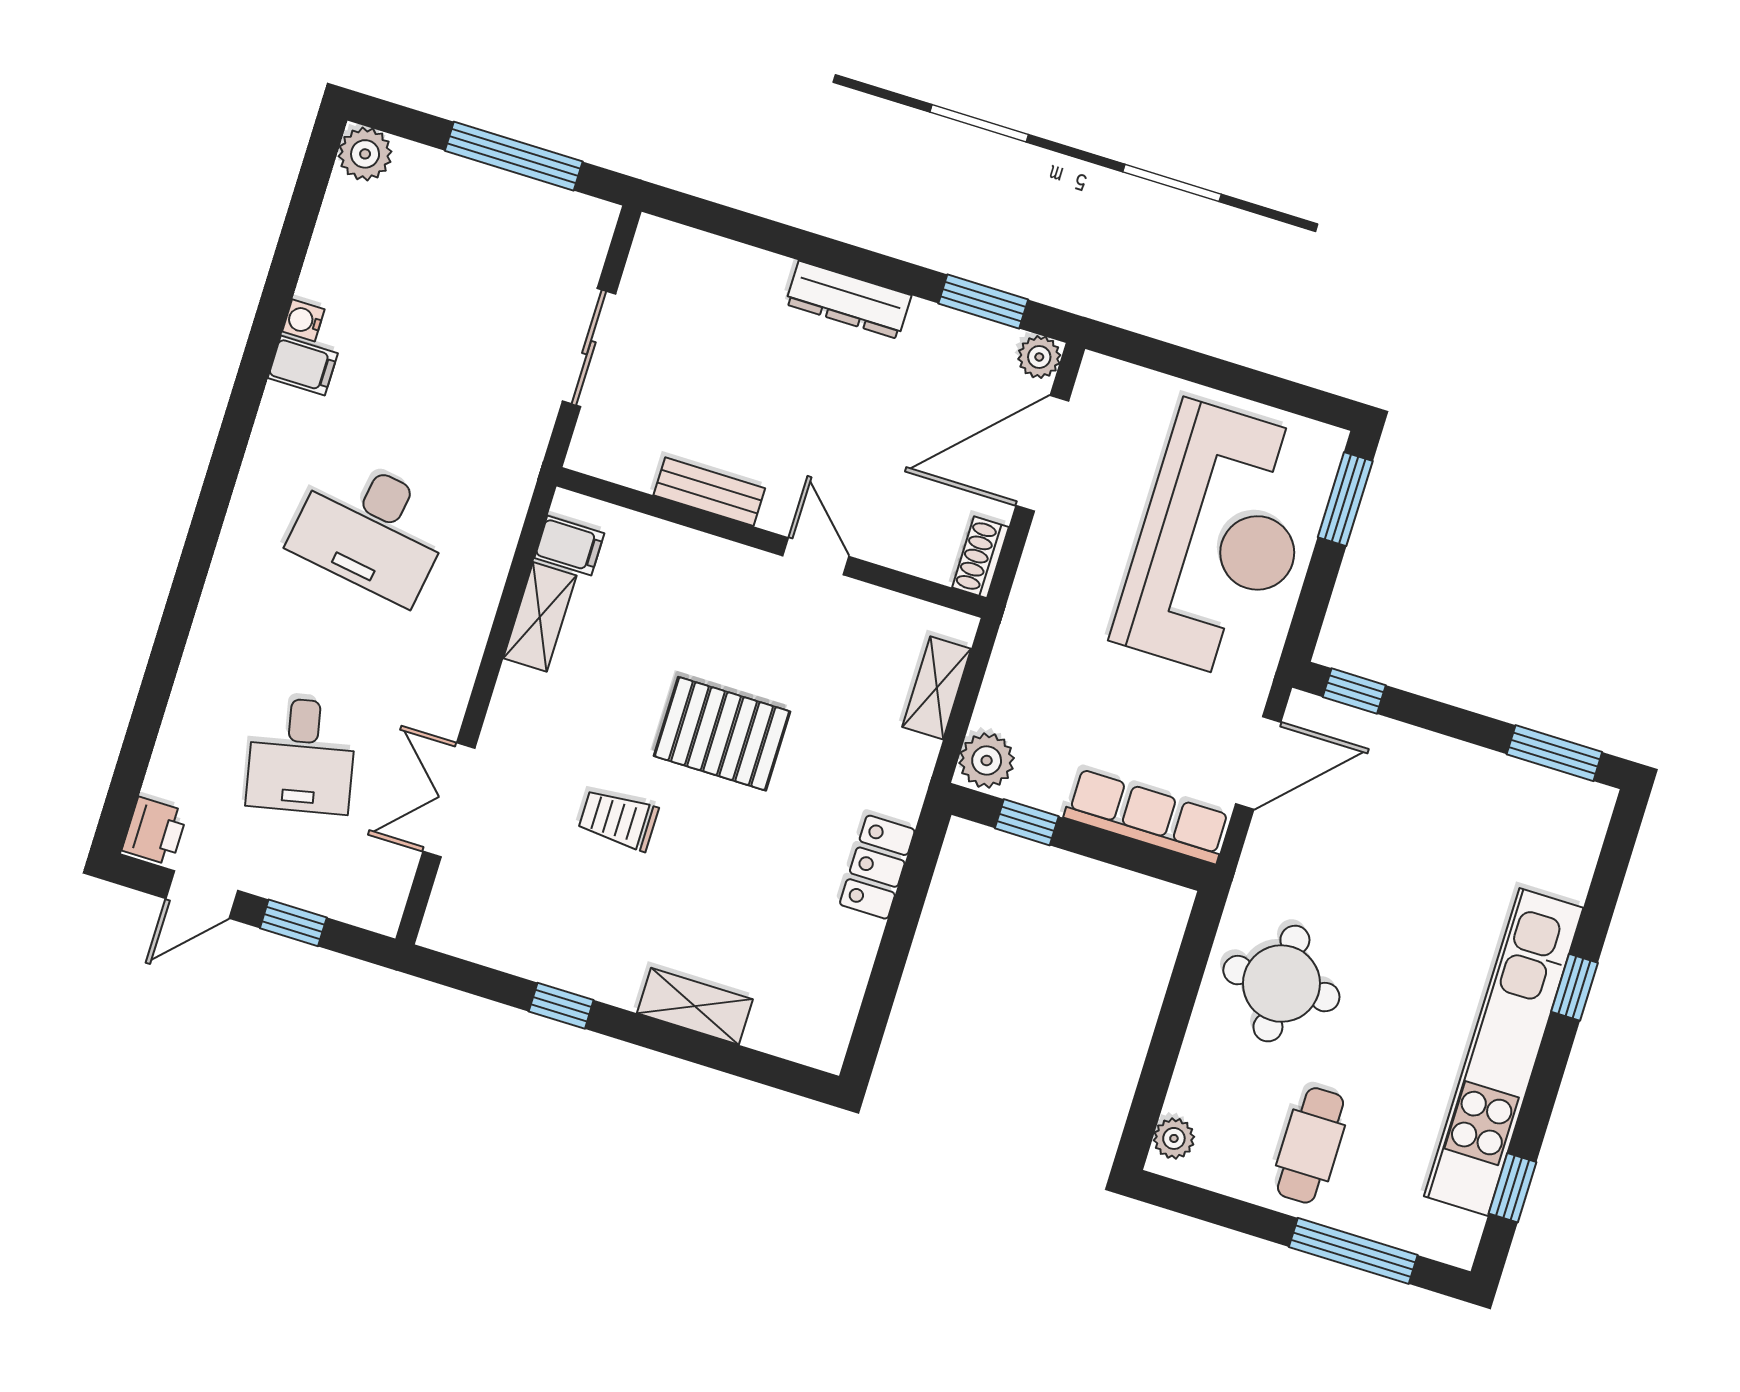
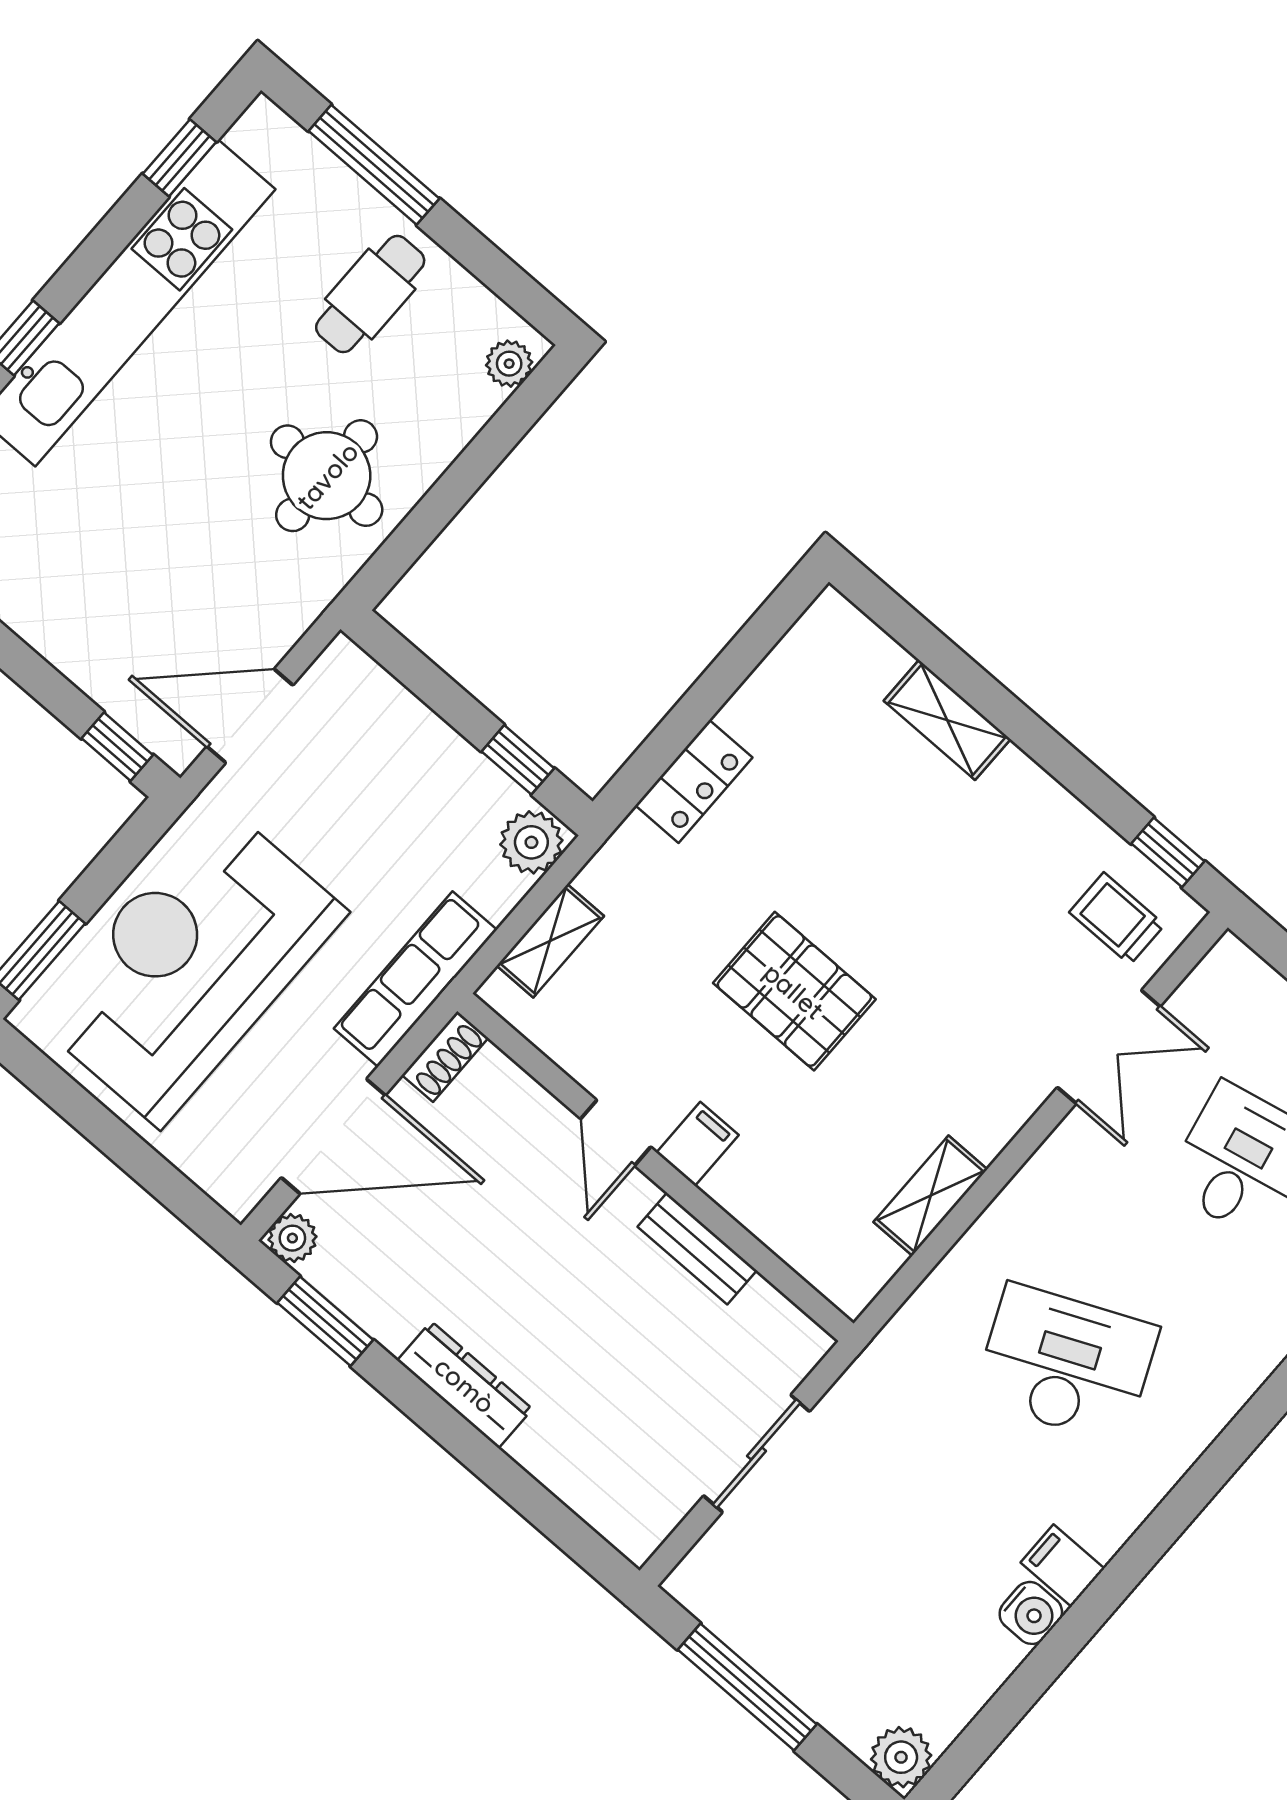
water cooler: (303, 320) -> (1031, 1613), width x1.38, depth x1.38
desk: (371, 530) -> (1066, 1364), turned -33
filing cabinet: (569, 546) -> (698, 1144), moved, turned 90
row of seats: (1147, 817) -> (415, 979), moved, turned 90
trolley: (618, 820) -> (1117, 919), moved, turned 180
window: (561, 1006) -> (1168, 852), moved

